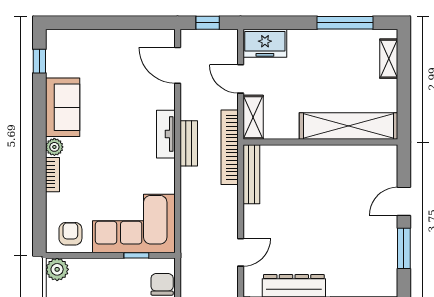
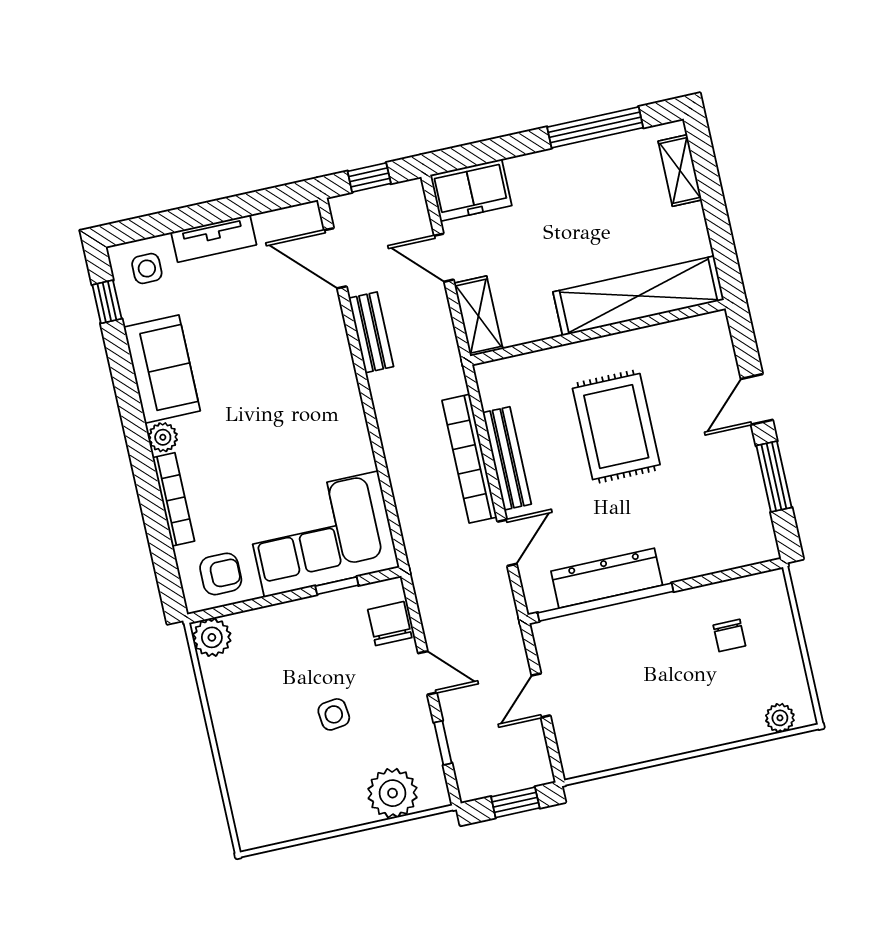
side table: (67, 47) -> (147, 269), added
tv unit: (166, 134) -> (214, 239), moved, turned -90
bench: (189, 143) -> (371, 332), moved
bookcase: (230, 147) -> (469, 459), moved
bench: (251, 174) -> (507, 458), moved
bookcase: (53, 175) -> (173, 499), width x1.56
rug: (319, 199) -> (616, 427), added
armchair: (70, 234) -> (221, 574), turned 90

